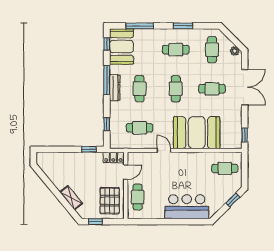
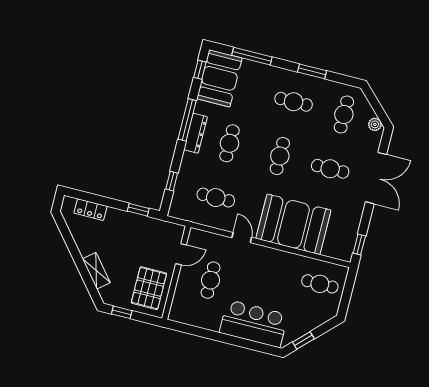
locker: (113, 157) -> (90, 210), moved
cafe table: (138, 197) -> (211, 280), moved
window: (233, 200) -> (303, 340), moved

